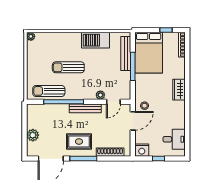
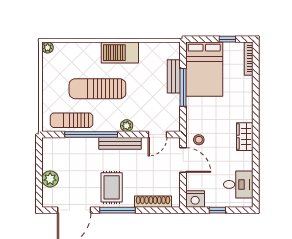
barbecue: (96, 40) -> (120, 53), moved
bench: (126, 54) -> (174, 76), width x0.73
sun lounger: (68, 67) -> (97, 89), width x1.36, depth x1.34
wardrobe: (179, 90) -> (245, 137), moved
plant: (100, 95) -> (127, 126), moved
door: (133, 121) -> (183, 160), hinge flipped
rug: (79, 141) -> (112, 187), turned 90

